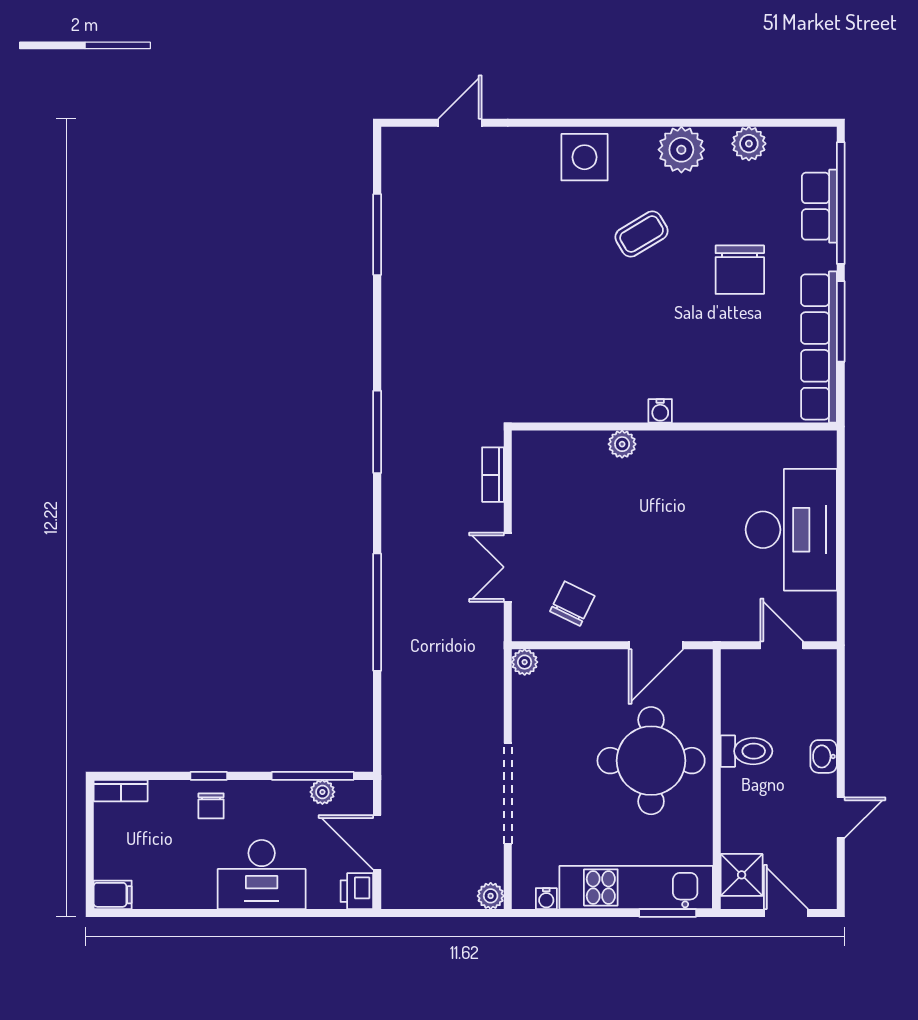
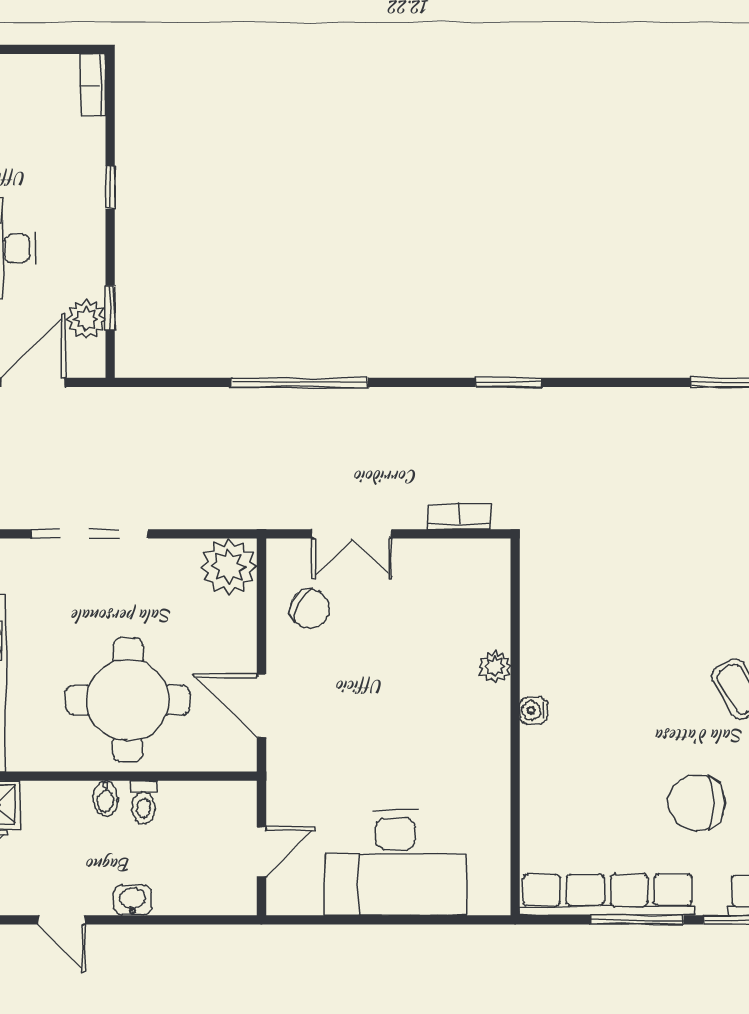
window: (377, 432) -> (509, 382), width x0.69
double door: (508, 567) -> (352, 534), swing flipped
plant: (525, 662) -> (229, 567), width x1.87, depth x1.87
toilet: (746, 751) -> (144, 802), width x0.73, depth x0.72
window: (313, 776) -> (110, 308), width x0.46
bidet: (736, 780) -> (105, 798), added
plant: (322, 792) -> (86, 319), width x1.38, depth x1.38
chair: (211, 806) -> (75, 190), removed

